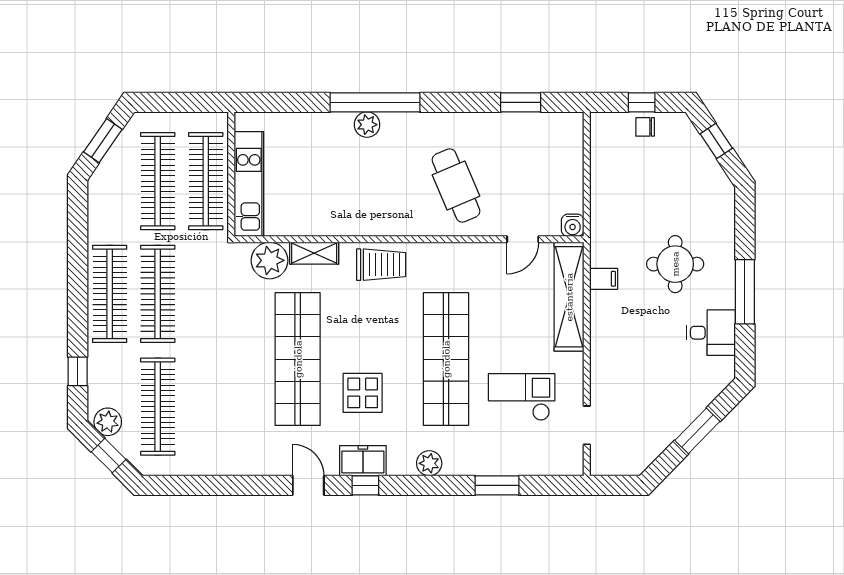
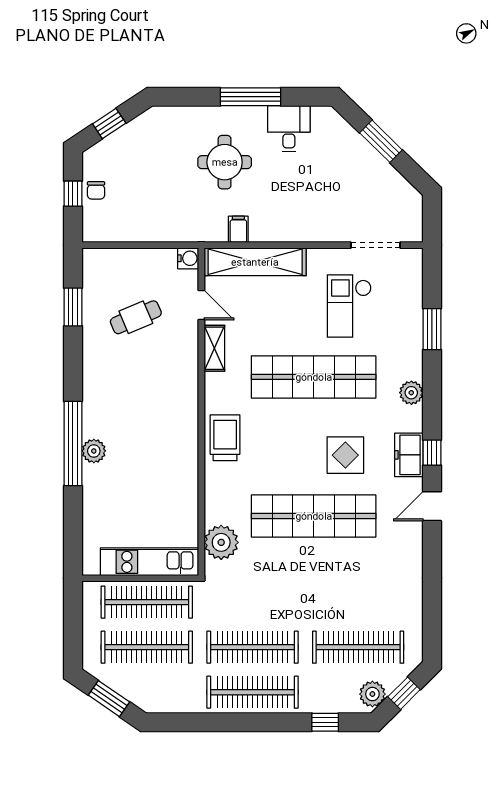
cafe table: (456, 185) -> (136, 317), moved, width x0.73, depth x0.74
shelving: (314, 253) -> (214, 348), moved
doorway: (587, 425) -> (376, 245), width x1.38

